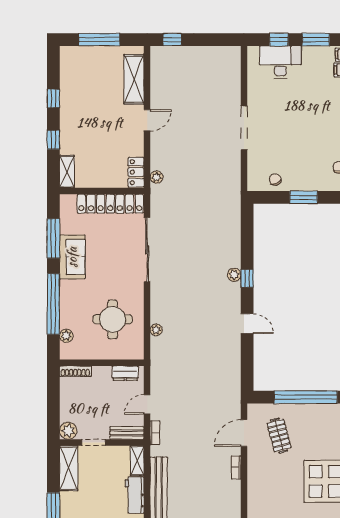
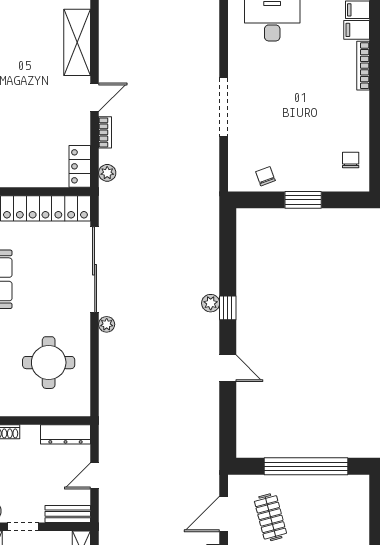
plant: (156, 330) -> (107, 324), moved
dresser: (125, 373) -> (65, 434), width x1.44
bookcase: (155, 433) -> (105, 132), moved

